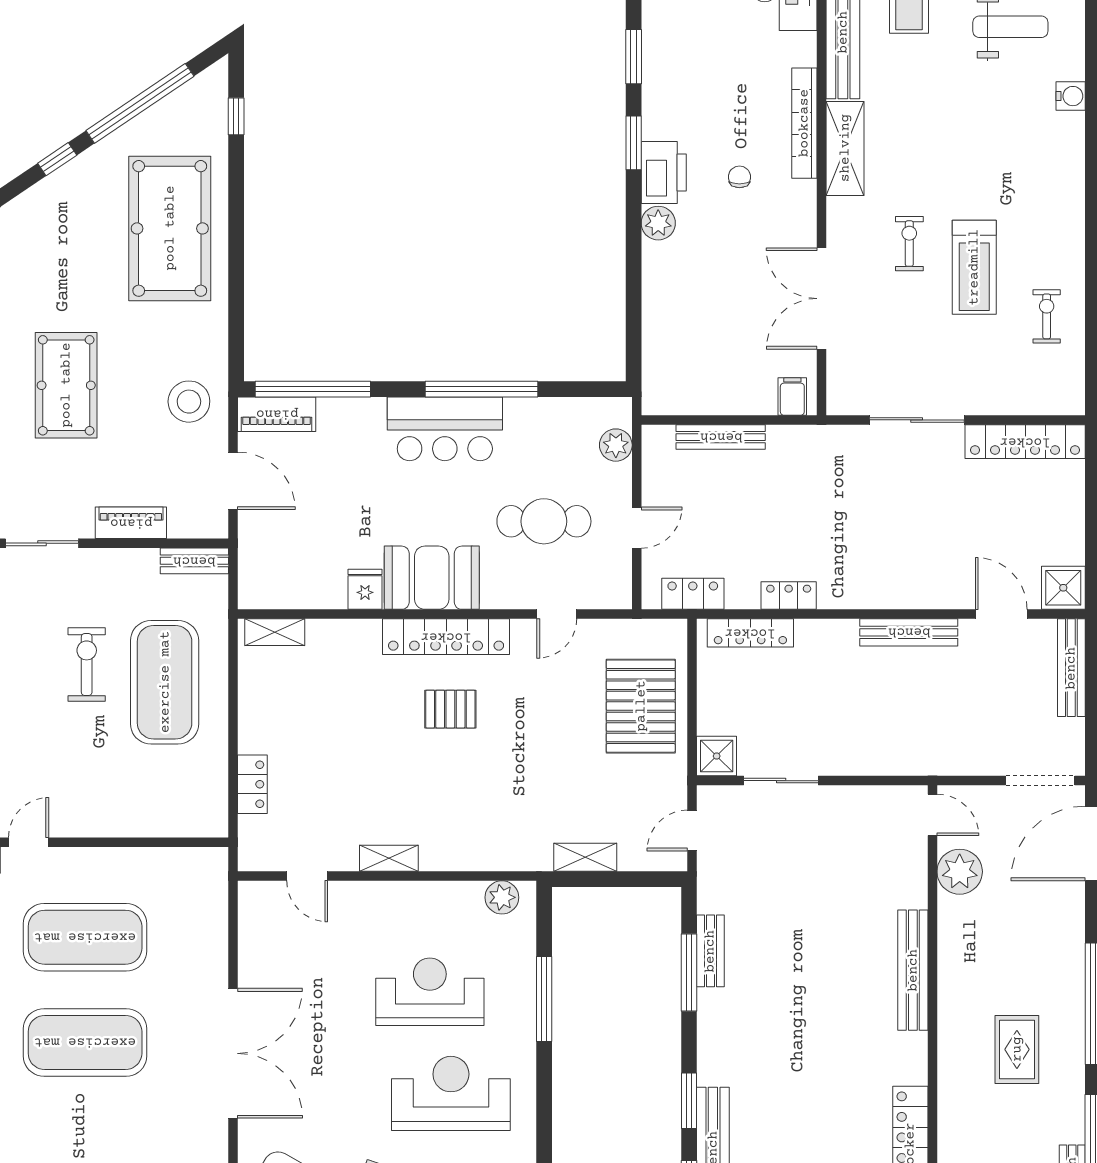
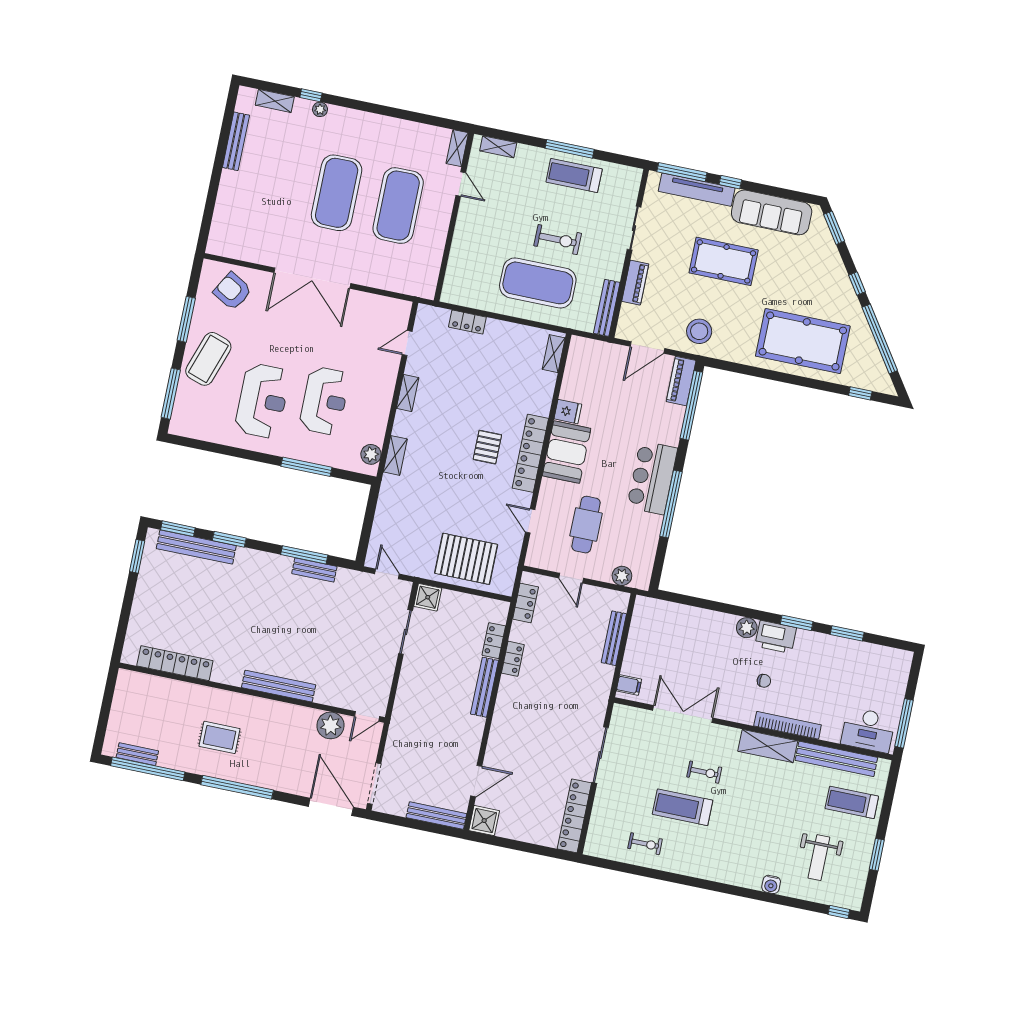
bench: (194, 561) -> (607, 308), width x1.36
bench: (909, 632) -> (485, 687), moved
locker: (750, 633) -> (494, 641), width x0.66
shelving: (585, 857) -> (395, 455), moved

